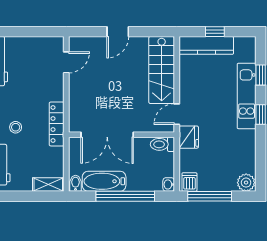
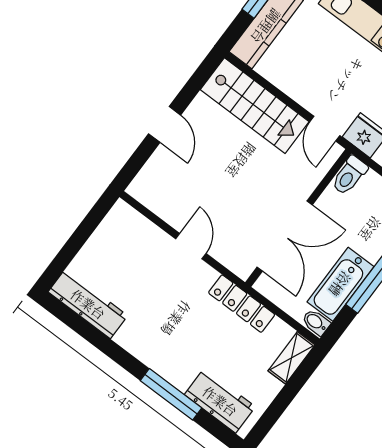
door: (66, 62) -> (191, 246), moved
locker: (57, 124) -> (242, 304), moved
stool: (16, 127) -> (188, 345), removed

